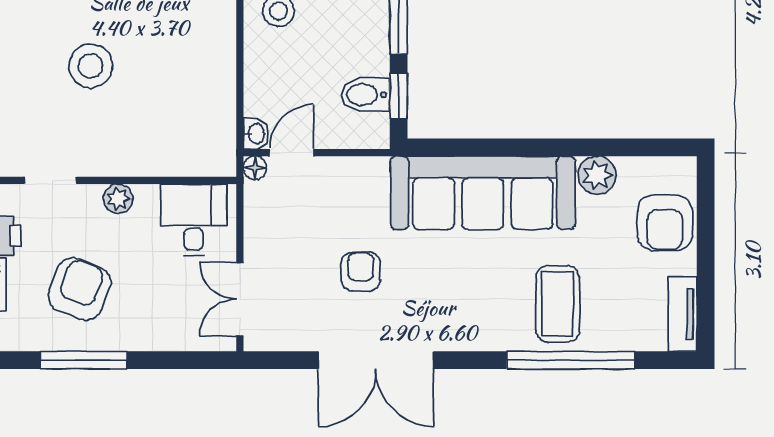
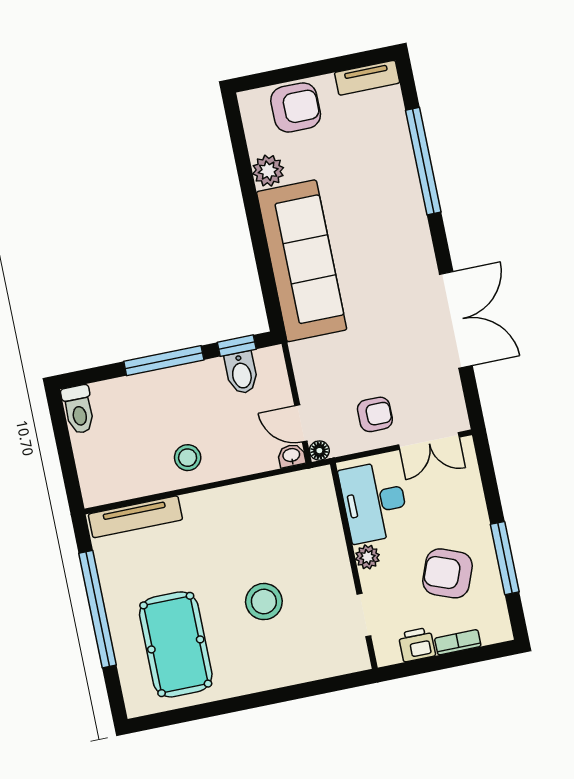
desk: (194, 220) -> (374, 502), width x1.37
armchair: (361, 272) -> (375, 414), moved, turned 180
coffee table: (558, 304) -> (380, 181), removed

